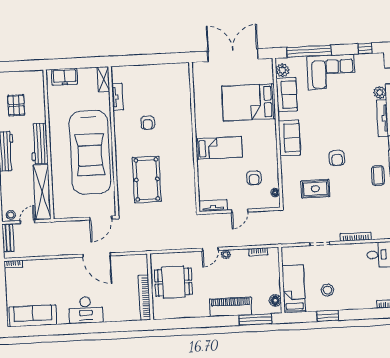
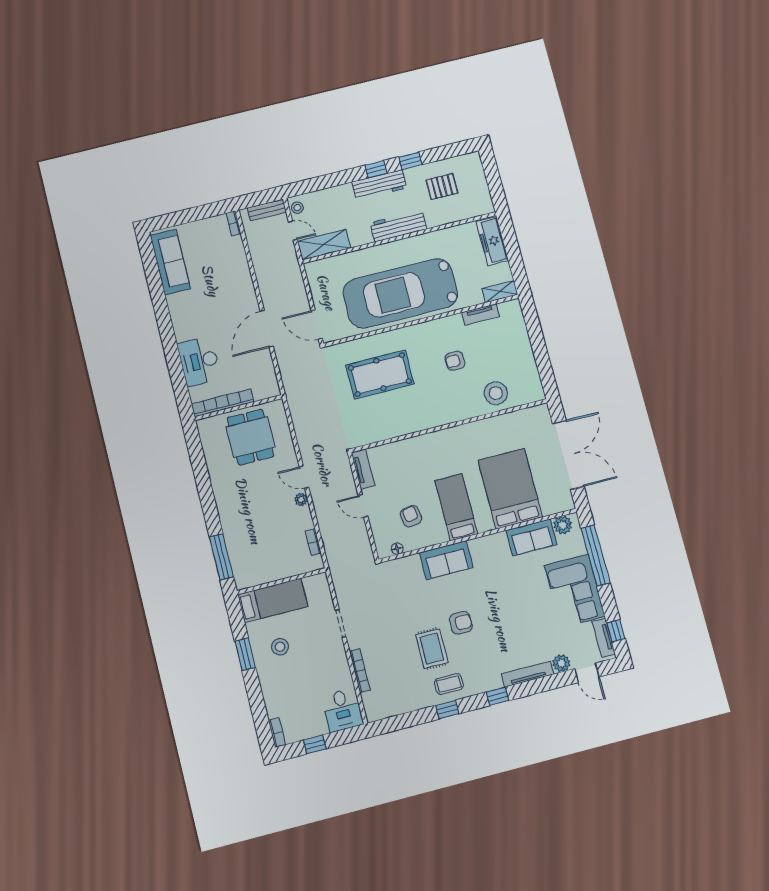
tv unit: (368, 58) -> (604, 638), added
freezer: (65, 77) -> (492, 241), width x1.40
stool: (177, 98) -> (496, 393), added
sofa: (289, 138) -> (446, 560), moved
bed: (219, 148) -> (456, 507), moved, turned 180
armchair: (337, 158) -> (461, 623), turned 180
armchair: (254, 178) -> (411, 516), turned 82
rug: (315, 189) -> (432, 649), moved
shelving: (42, 192) -> (324, 245), width x0.68
floor lamp: (275, 300) -> (252, 578), removed
piano: (231, 307) -> (232, 520), removed
desk: (86, 310) -> (199, 361), moved

